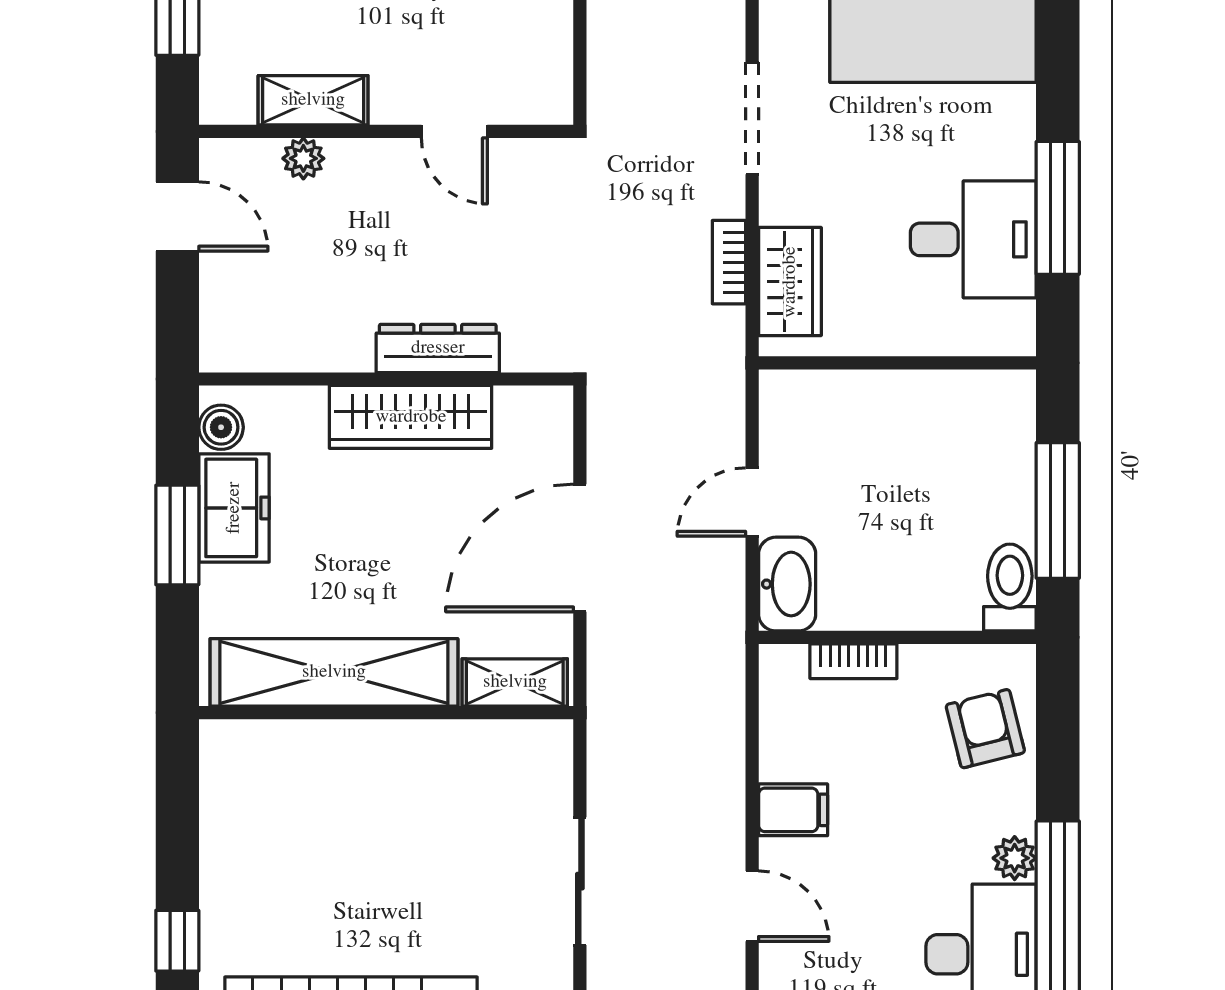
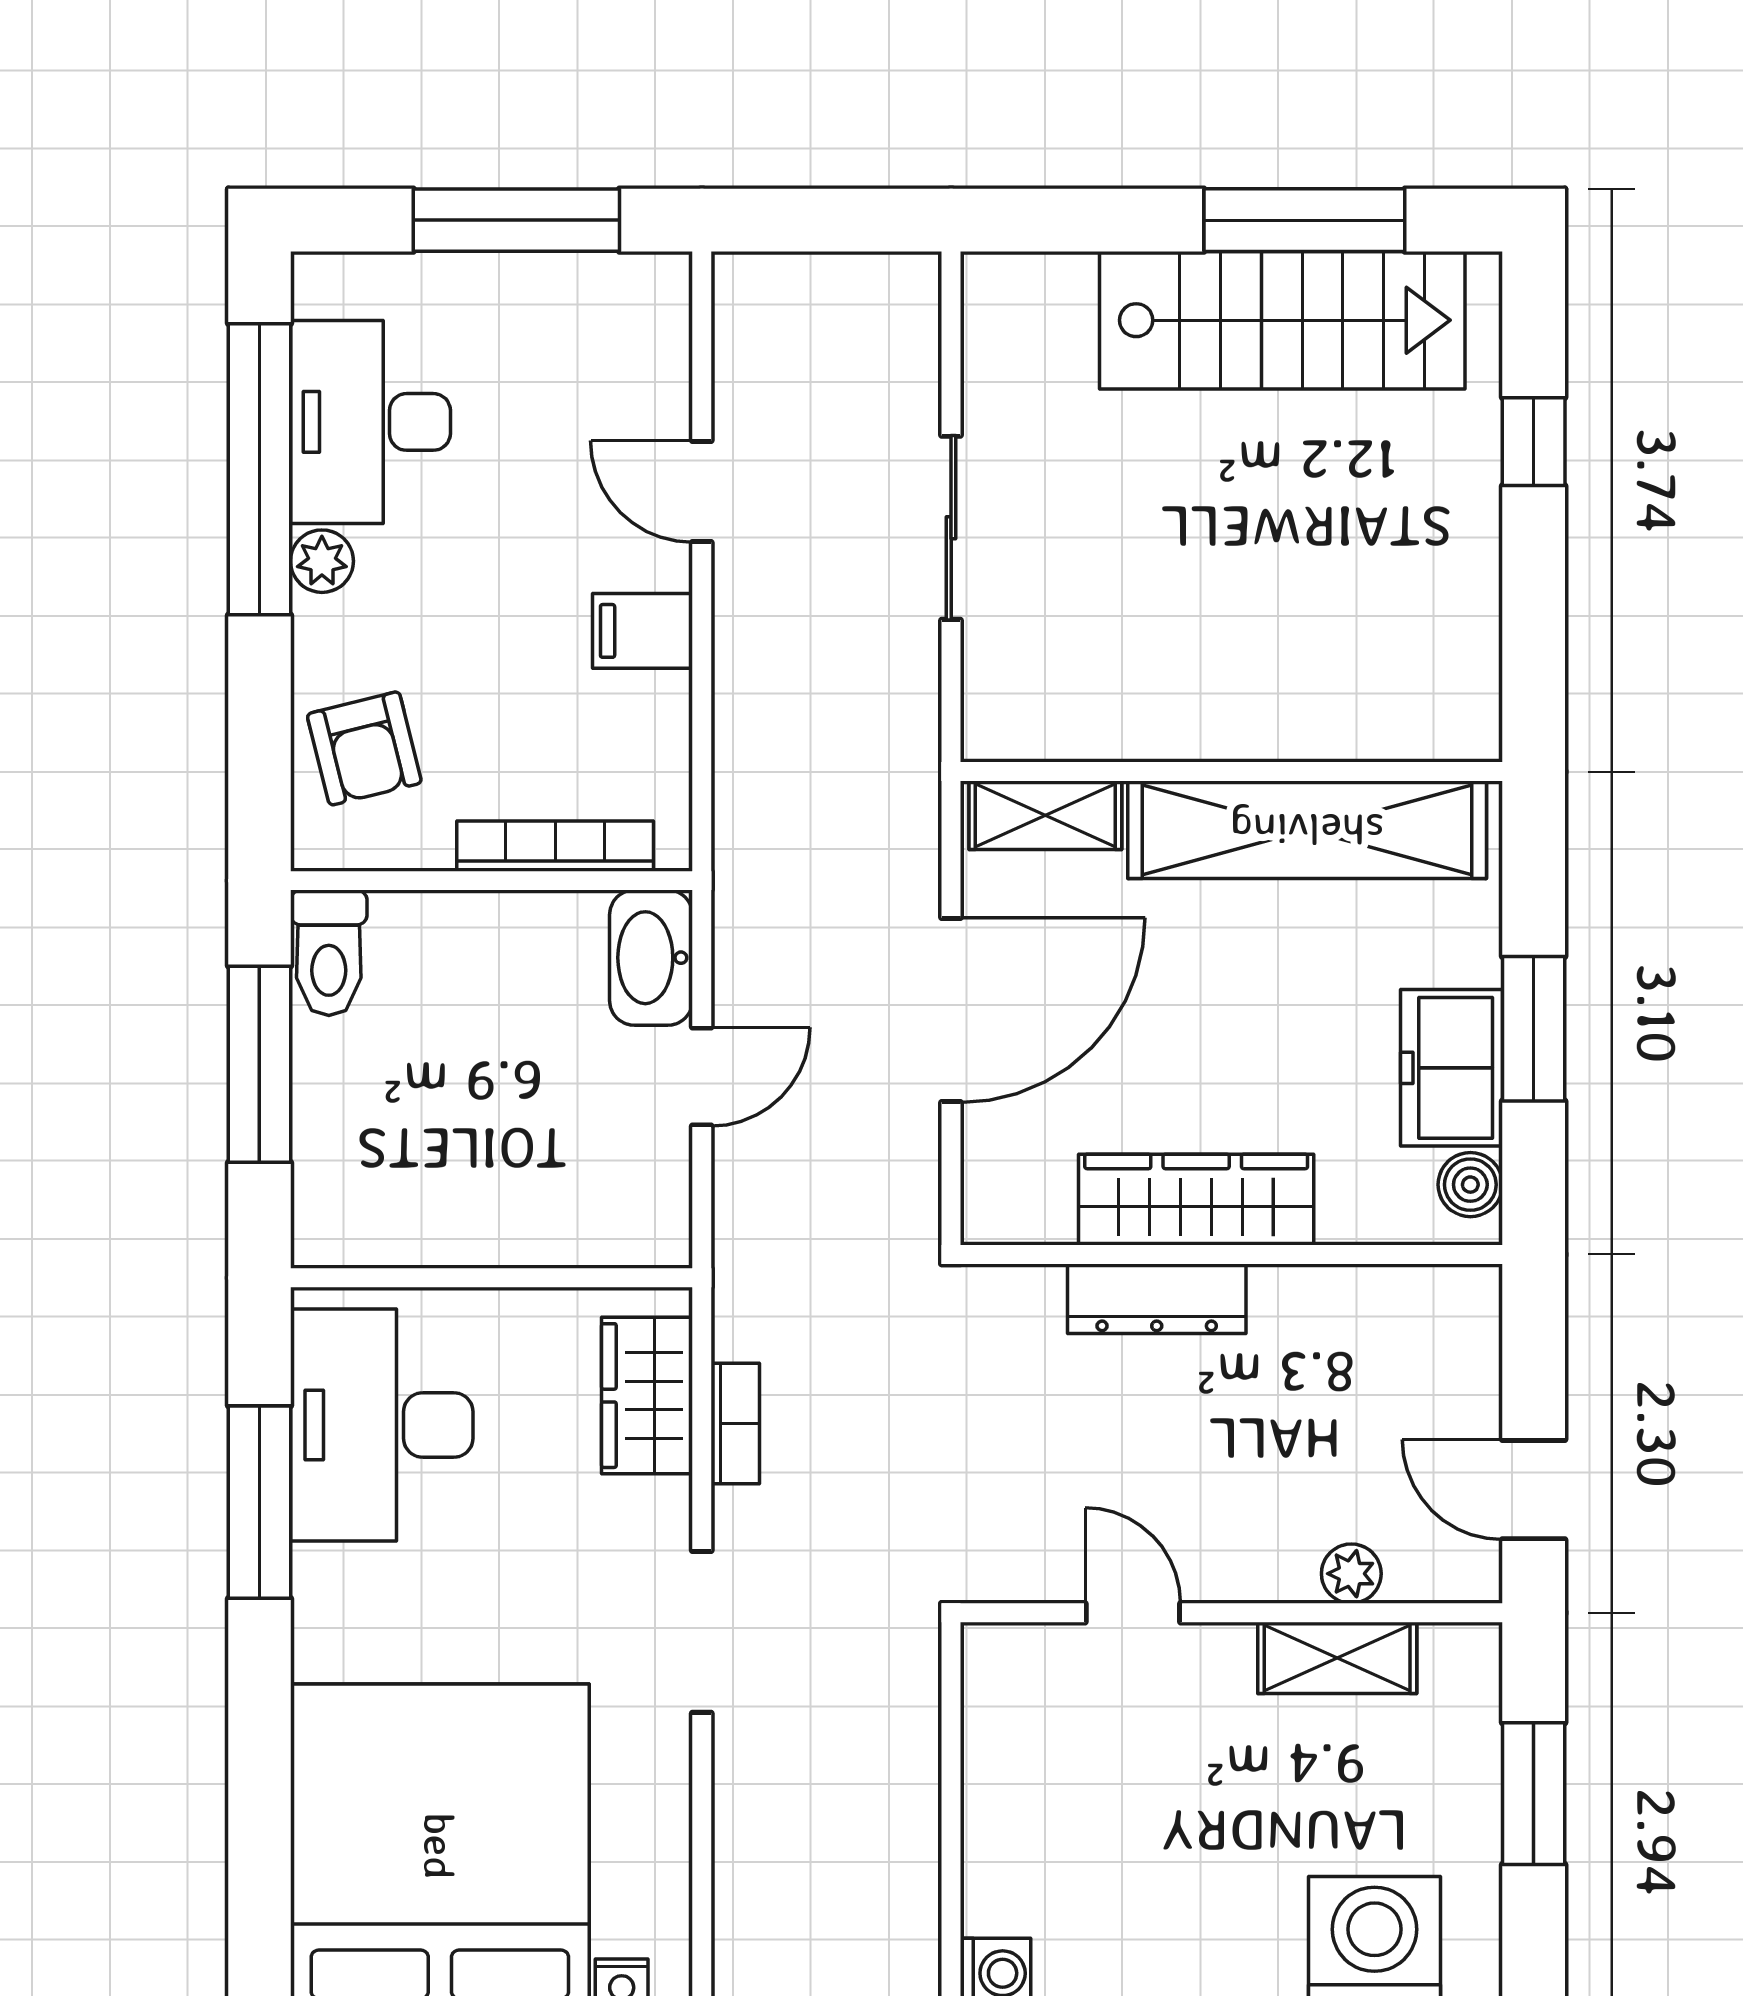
desk: (973, 239) -> (382, 1425), width x1.37
bookcase: (853, 661) -> (555, 846), width x1.56

